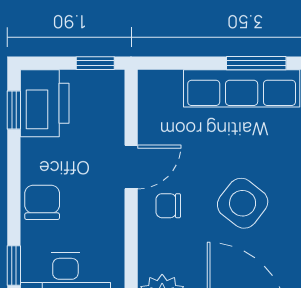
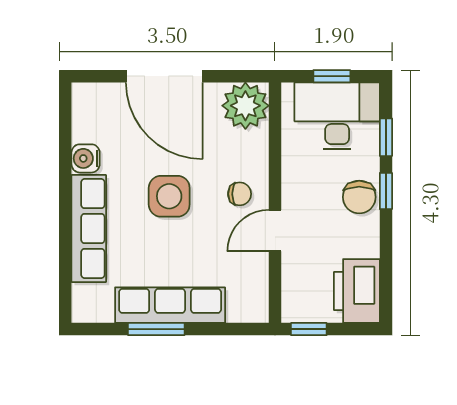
window: (14, 110) -> (386, 191), moved
side table: (243, 203) -> (169, 196), turned -38

